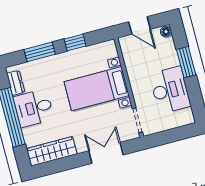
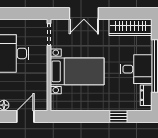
door: (140, 25) -> (25, 116), hinge flipped
window: (75, 43) -> (85, 116), removed
window: (40, 52) -> (118, 116), width x0.67

